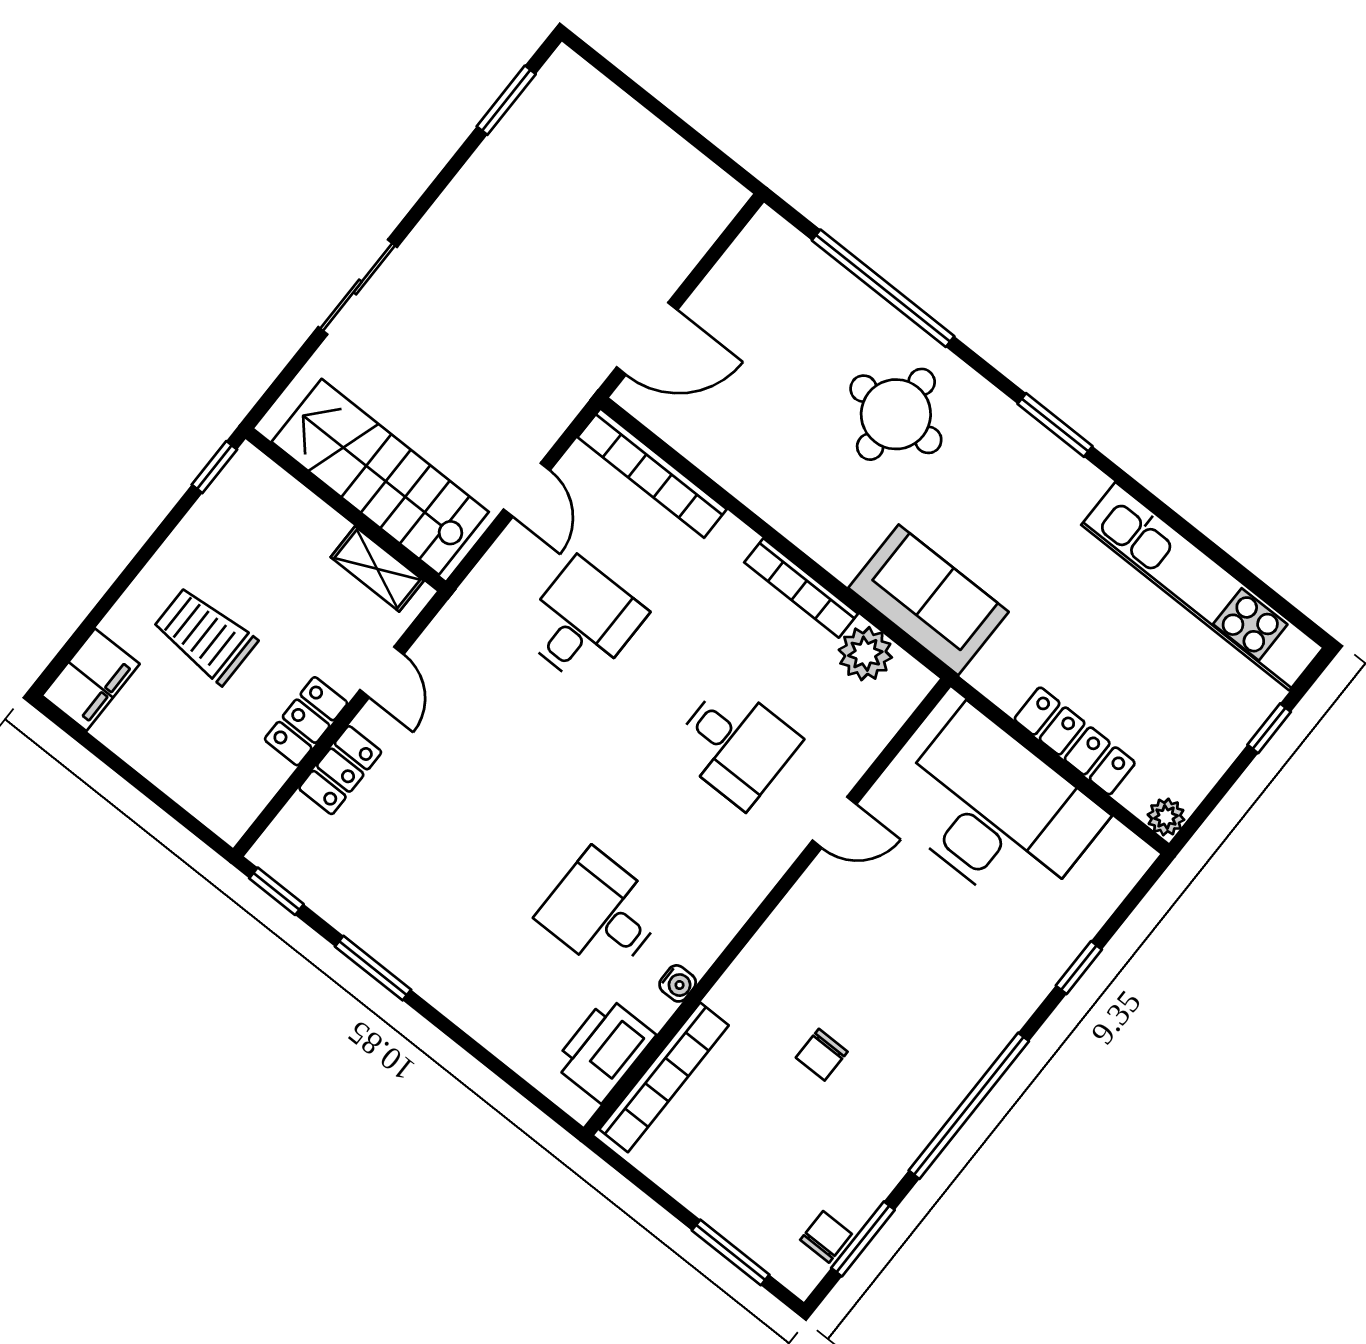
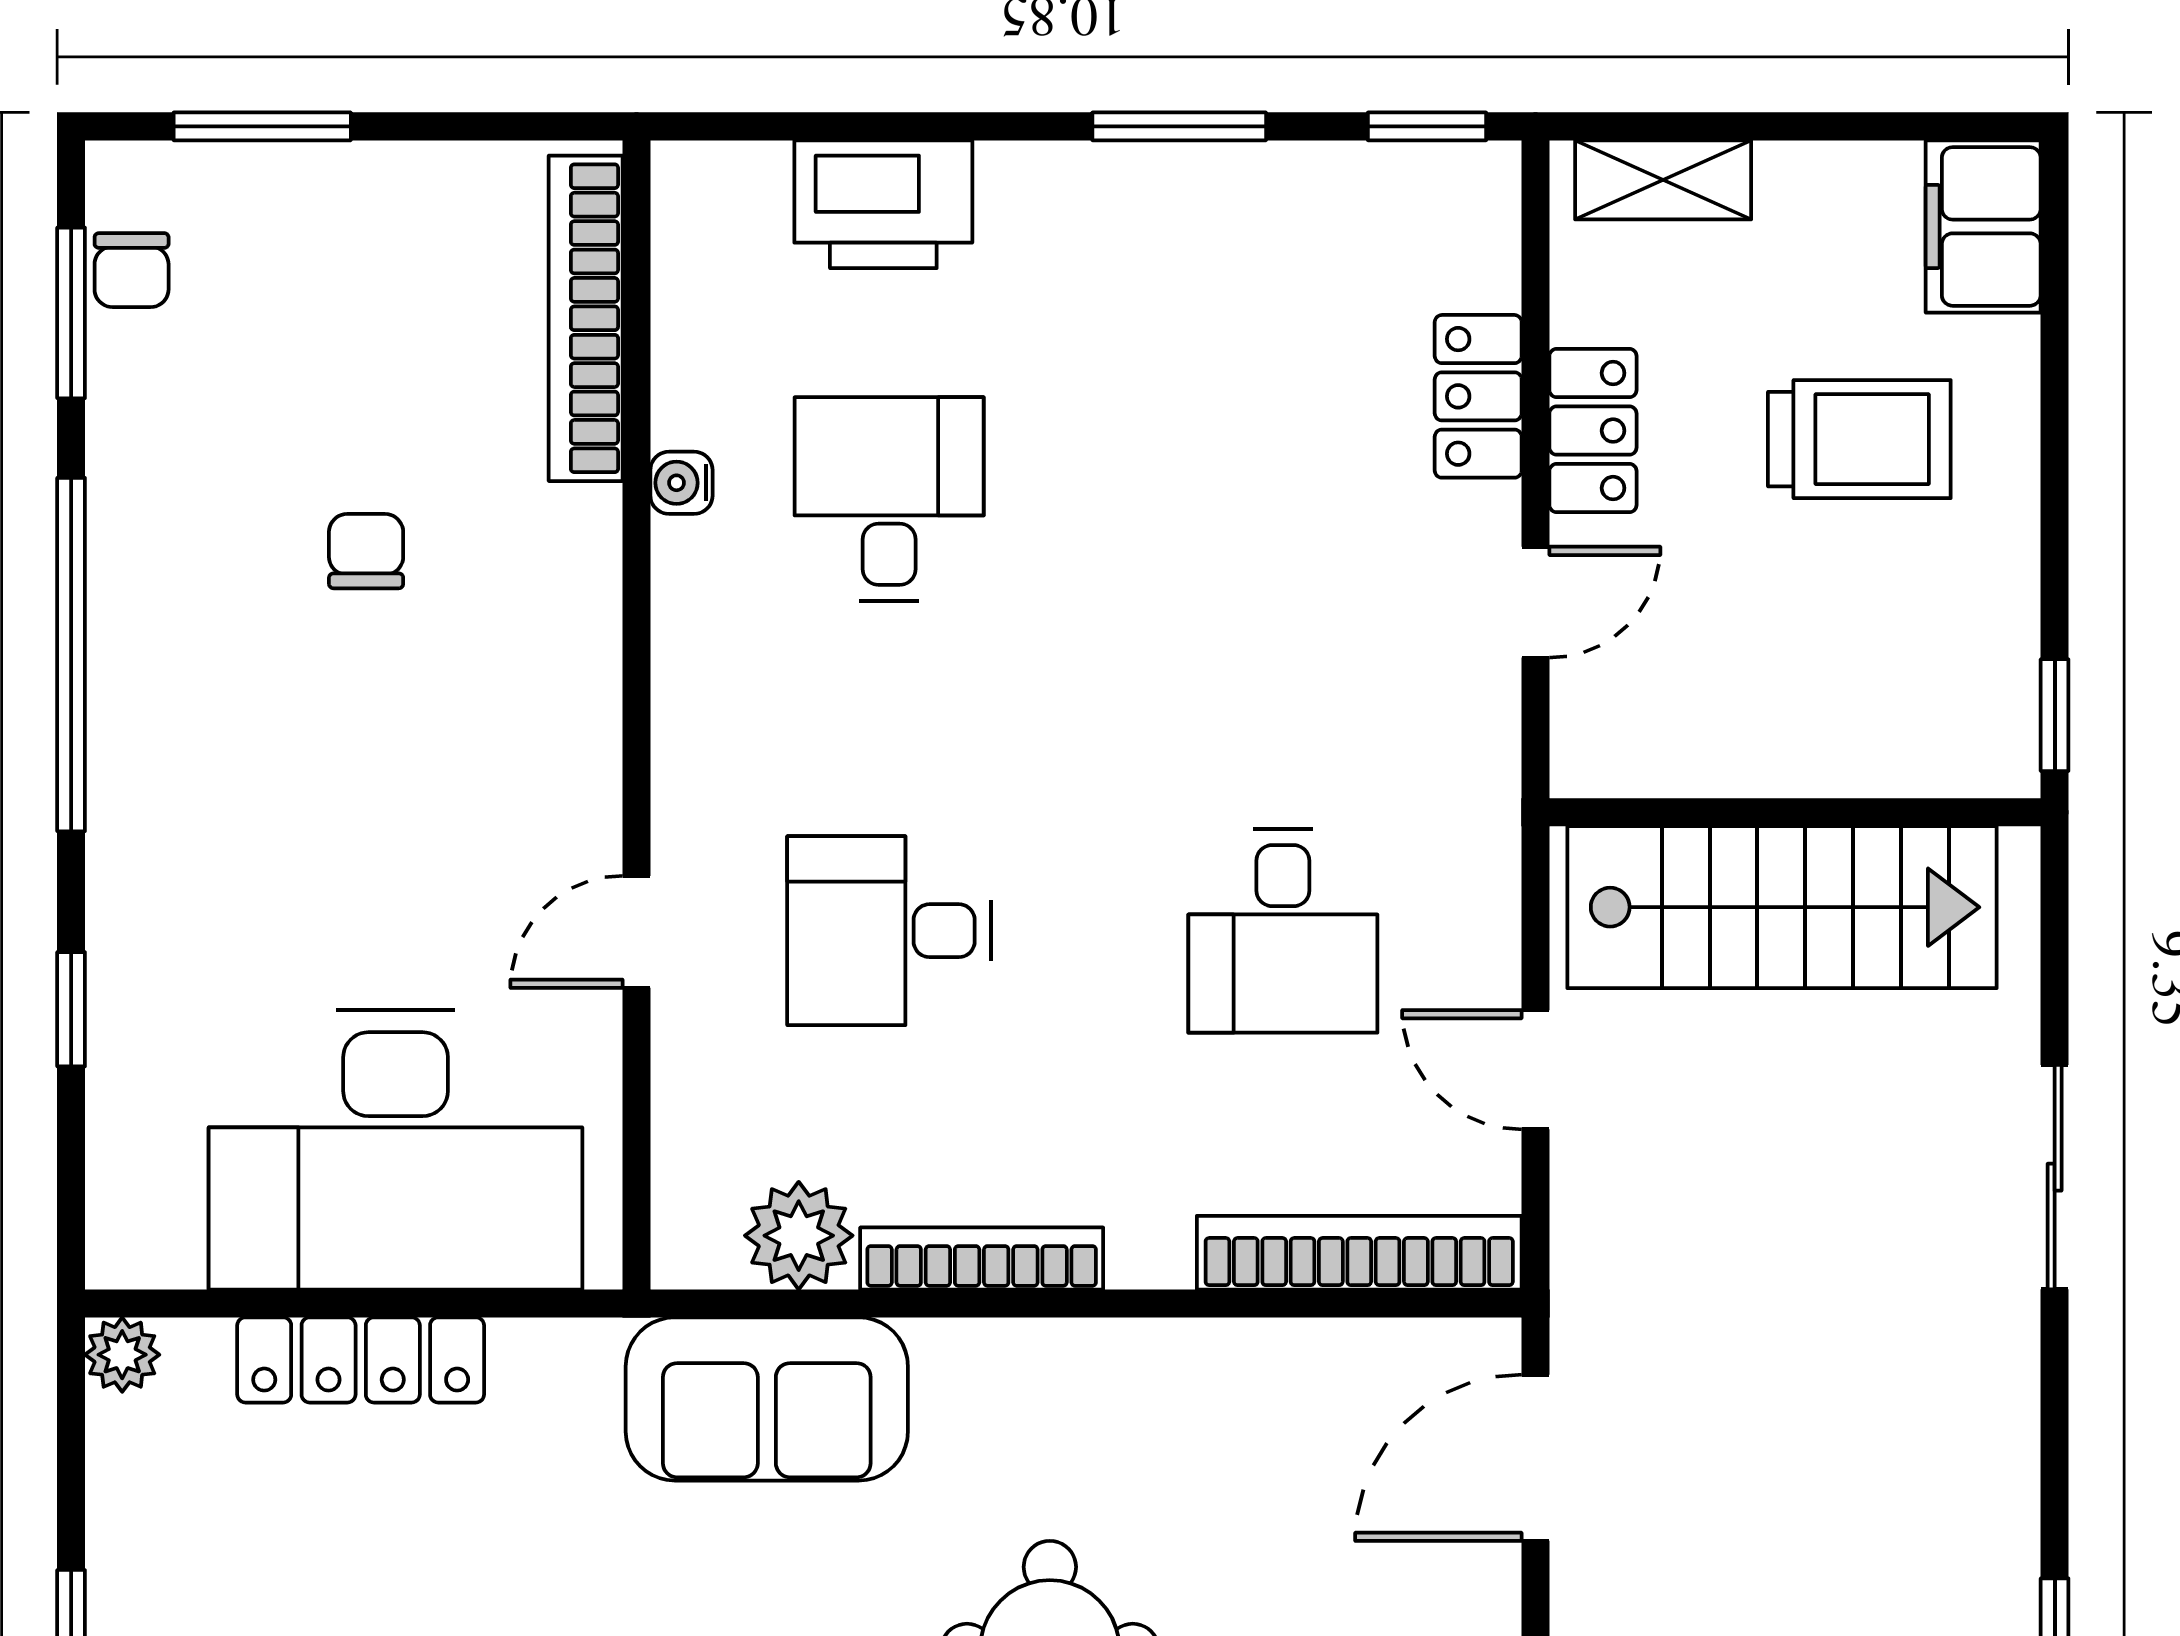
shelving: (377, 569) -> (1663, 180), moved
door: (382, 672) -> (1535, 602), swing flipped
desk: (602, 913) -> (889, 499), turned -90
printer: (604, 1050) -> (883, 204), moved, turned 90

